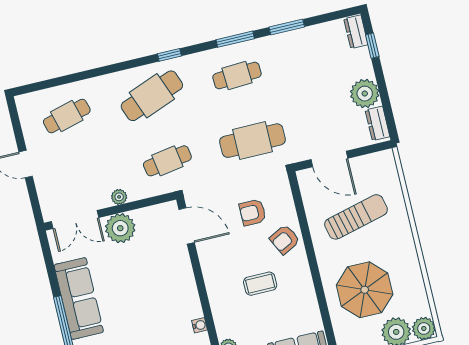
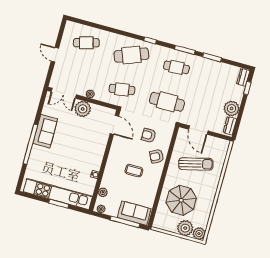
sofa: (79, 298) -> (45, 131), width x0.73

